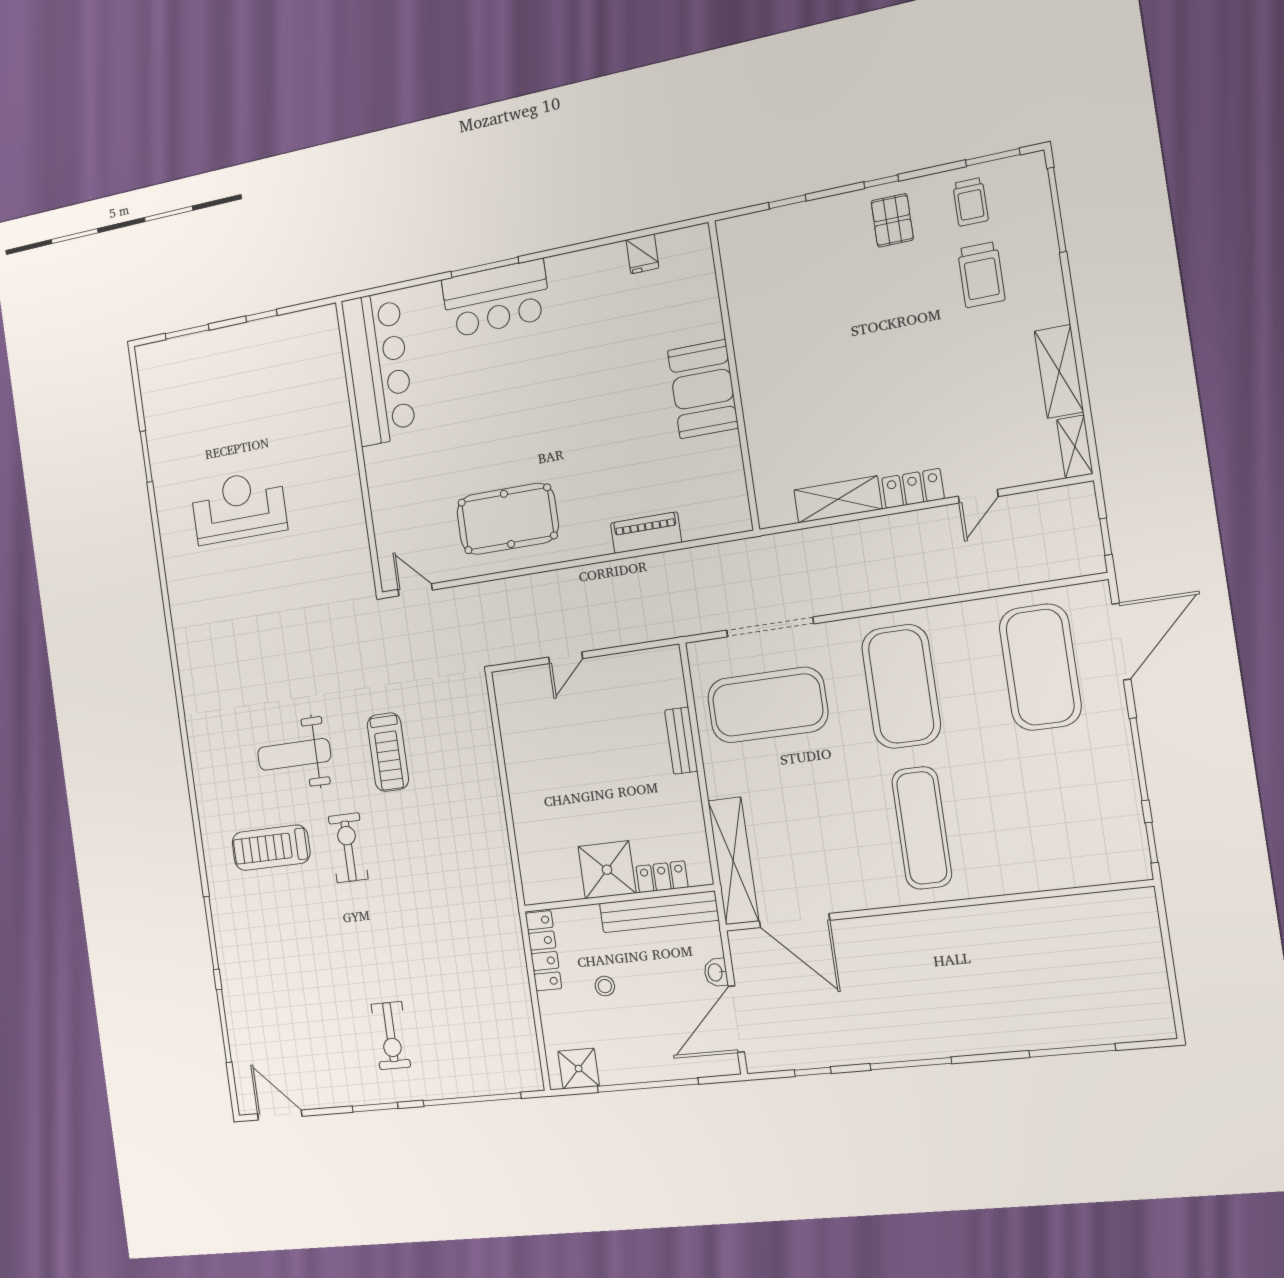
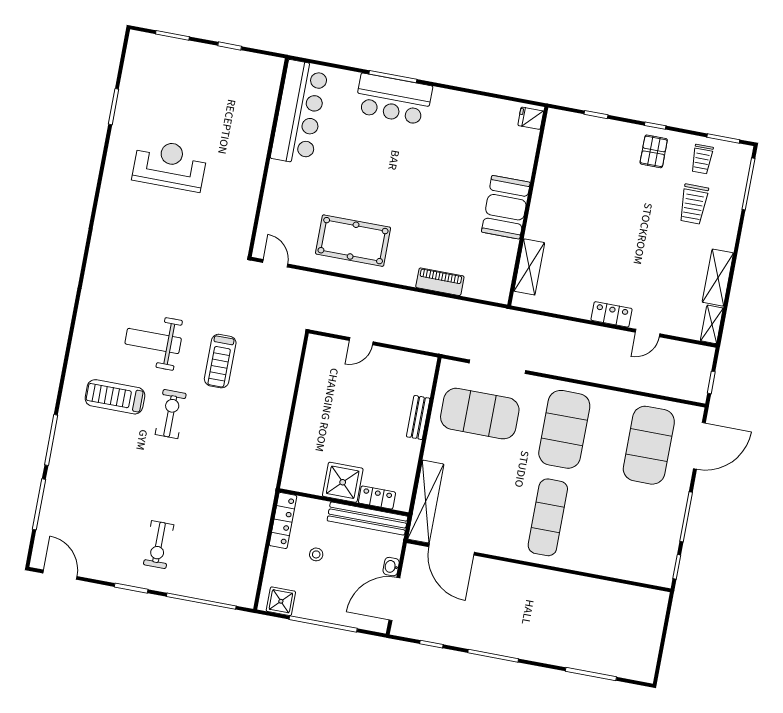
fridge: (642, 254) -> (531, 118), moved, turned 90
shelving: (838, 499) -> (529, 267), moved, turned 90

